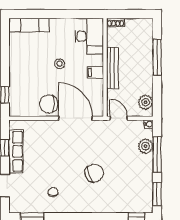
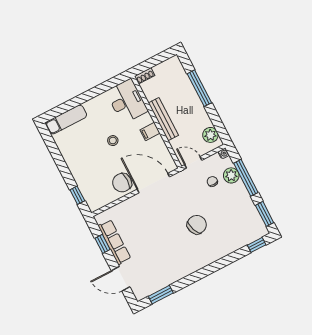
chair: (53, 192) -> (212, 181), moved

